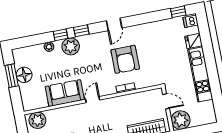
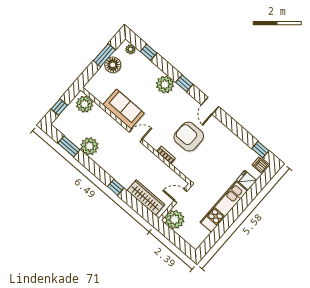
door: (114, 24) -> (210, 106), hinge flipped
window: (61, 35) -> (149, 52), moved
plant: (49, 47) -> (130, 49), moved
armchair: (125, 59) -> (189, 137), turned 90
door: (166, 101) -> (180, 196), swing flipped

